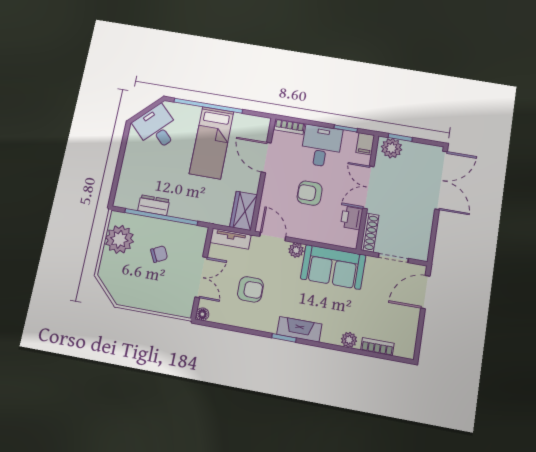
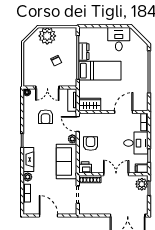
desk: (157, 128) -> (119, 39), moved, turned -45
bed: (212, 143) -> (100, 71), moved, turned 180
armchair: (310, 193) -> (91, 144), moved
printer: (352, 218) -> (85, 167), moved
door: (273, 237) -> (78, 124), swing flipped
plant: (119, 239) -> (47, 36), moved
door: (425, 292) -> (48, 215), moved
fireplace: (299, 329) -> (28, 159), moved

